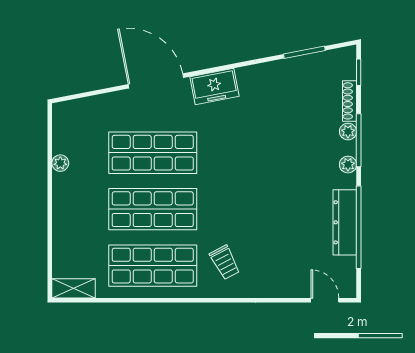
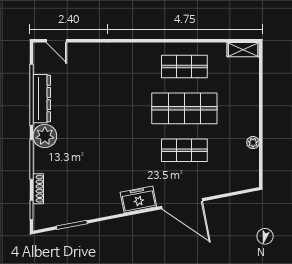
plant: (348, 132) -> (39, 166), removed
shop shelf: (153, 153) -> (184, 150), width x0.70, depth x0.74
plant: (348, 165) -> (45, 136), width x1.87, depth x1.87
trolley: (225, 262) -> (131, 69), removed
shop shelf: (153, 266) -> (184, 66), width x0.70, depth x0.74

